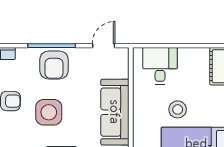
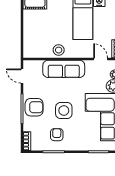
desk: (160, 66) -> (35, 41), removed
stool: (178, 109) -> (59, 50), moved

